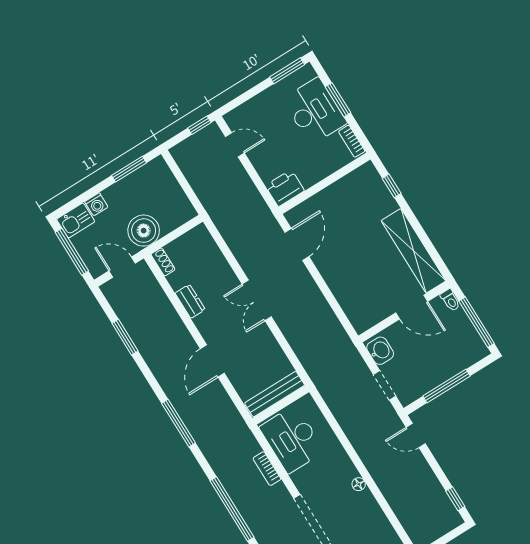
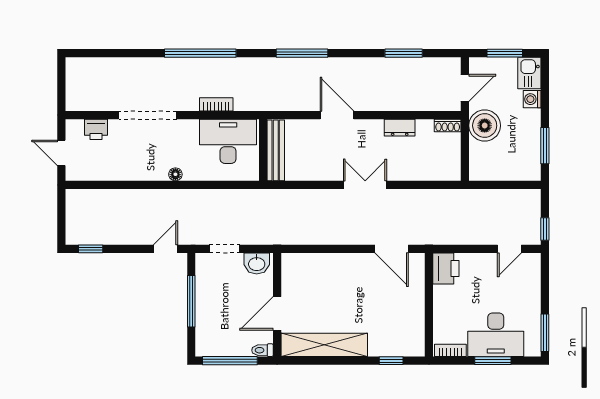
window: (72, 252) -> (505, 53), width x0.69
floor lamp: (359, 484) -> (175, 174), moved

